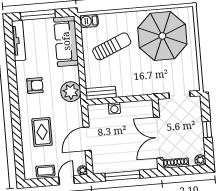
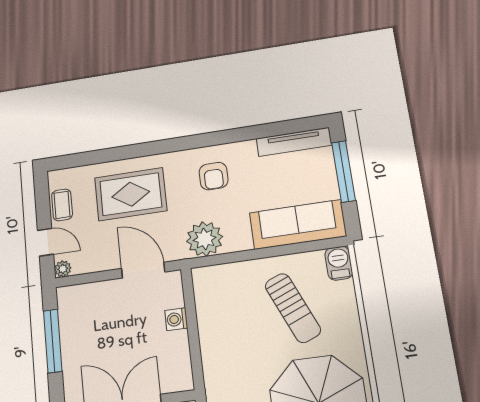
bench: (101, 93) -> (204, 293), removed
rug: (42, 132) -> (131, 194), width x1.36, depth x1.43
door: (87, 139) -> (143, 270), moved

